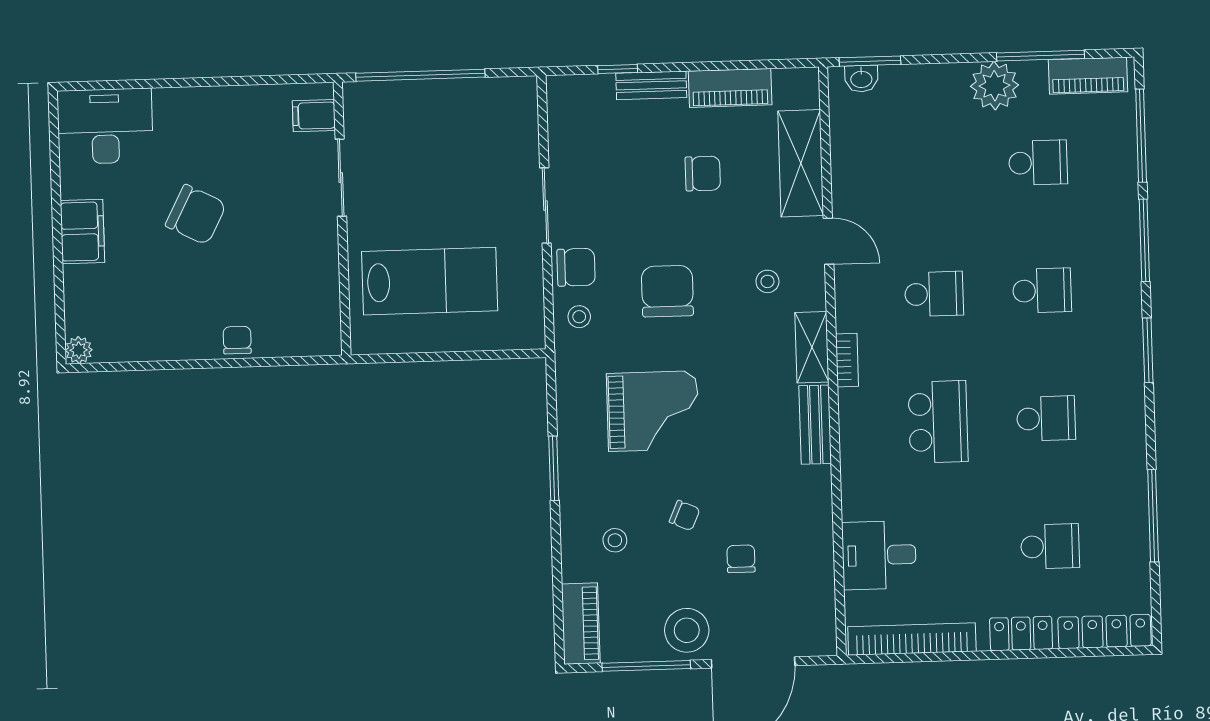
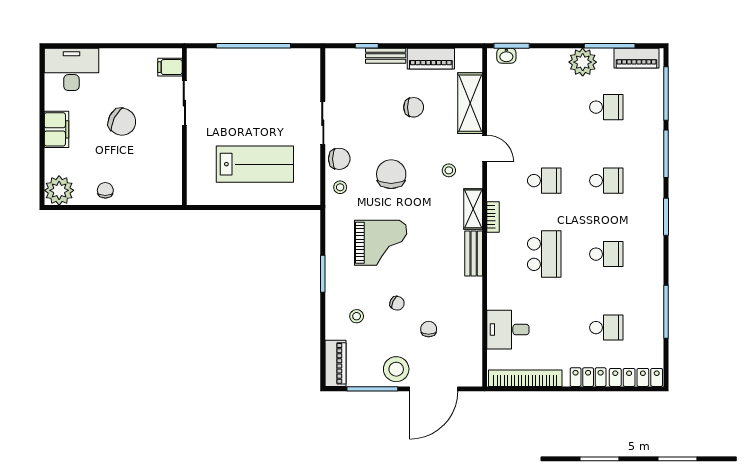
filing cabinet: (314, 116) -> (170, 67), moved
sliding door: (341, 178) -> (184, 103), moved
wall: (342, 219) -> (184, 127), moved
chair: (237, 340) -> (105, 190), moved
plant: (79, 350) -> (59, 190), width x1.87, depth x1.87

